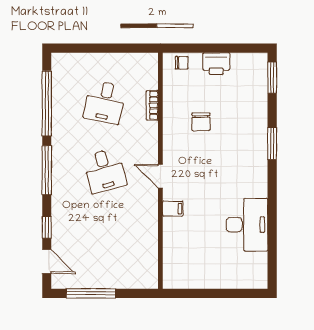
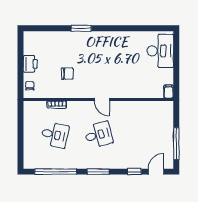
window: (272, 78) -> (39, 28), removed
window: (47, 170) -> (98, 172), width x0.69
door: (160, 176) -> (102, 99), hinge flipped
filing cabinet: (173, 209) -> (169, 92), moved
desk: (247, 225) -> (160, 51), moved, turned 90

